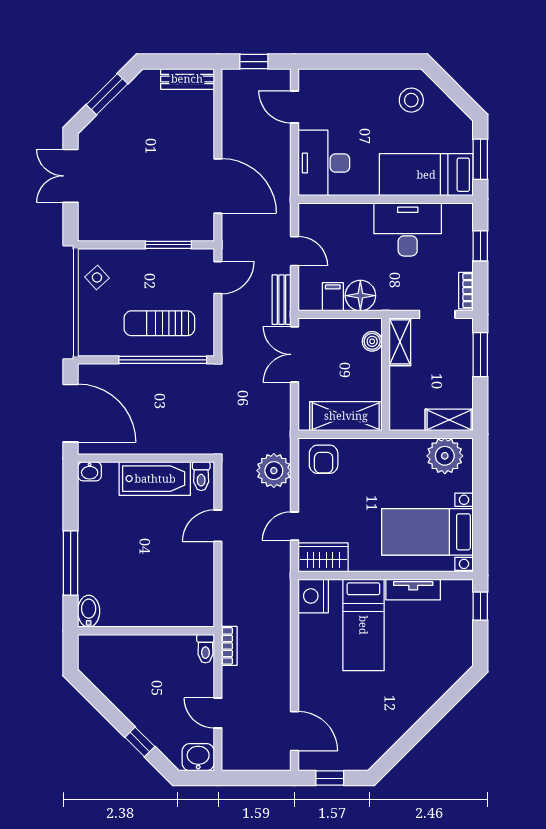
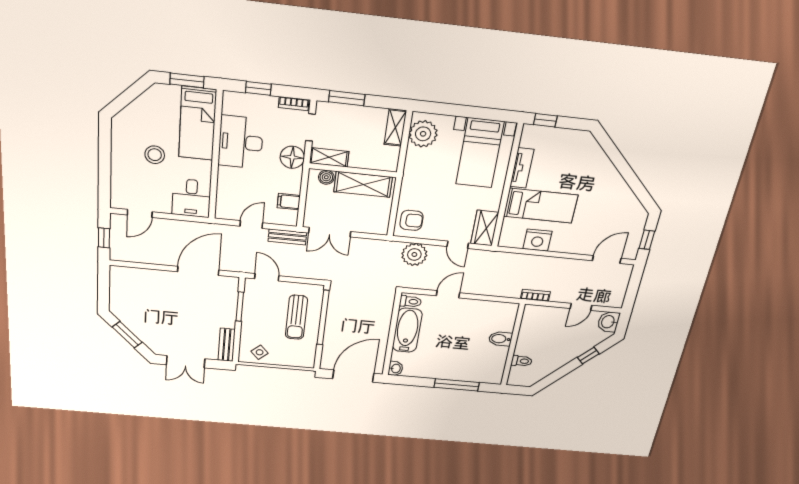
bench: (187, 79) -> (227, 345), moved
stool: (411, 100) -> (155, 155), moved
desk: (324, 163) -> (191, 198), width x0.73
floor lamp: (360, 296) -> (292, 157), moved
shelving: (346, 416) -> (363, 184), moved, turned 90
door: (218, 526) -> (448, 294), swing flipped
nightstand: (313, 596) -> (538, 240), moved
bidet: (89, 611) -> (500, 339), moved
toilet: (205, 649) -> (522, 361), moved

